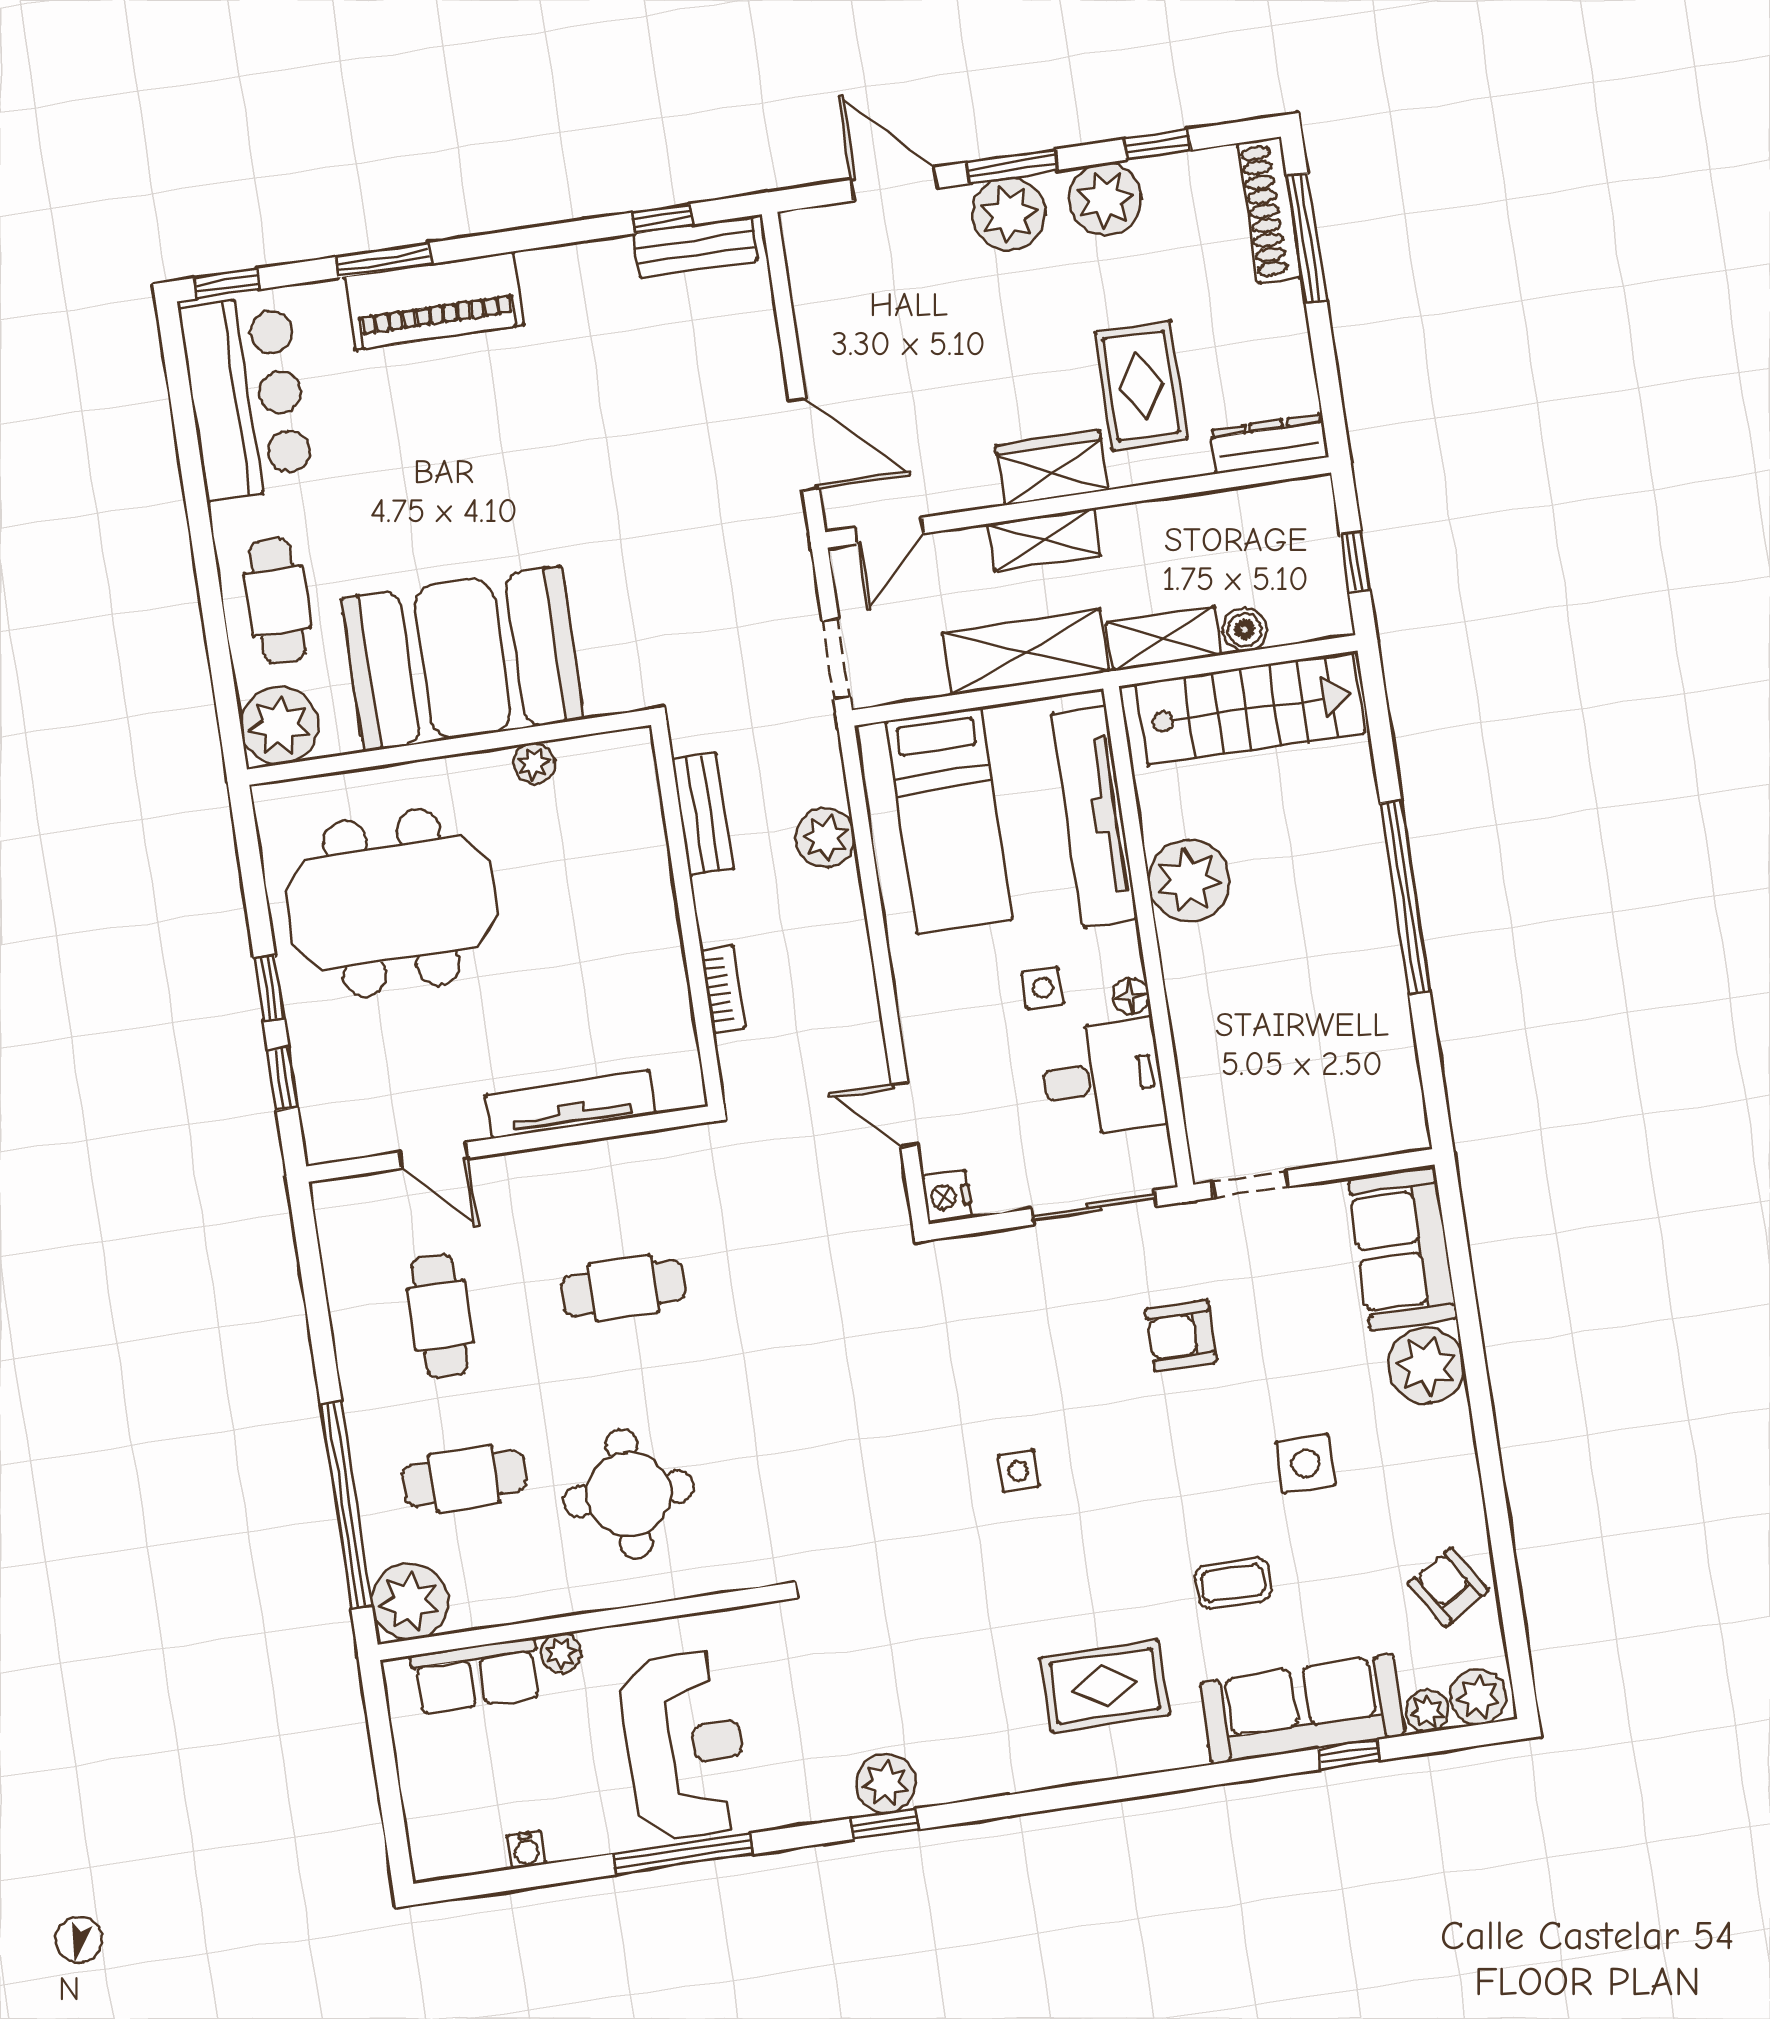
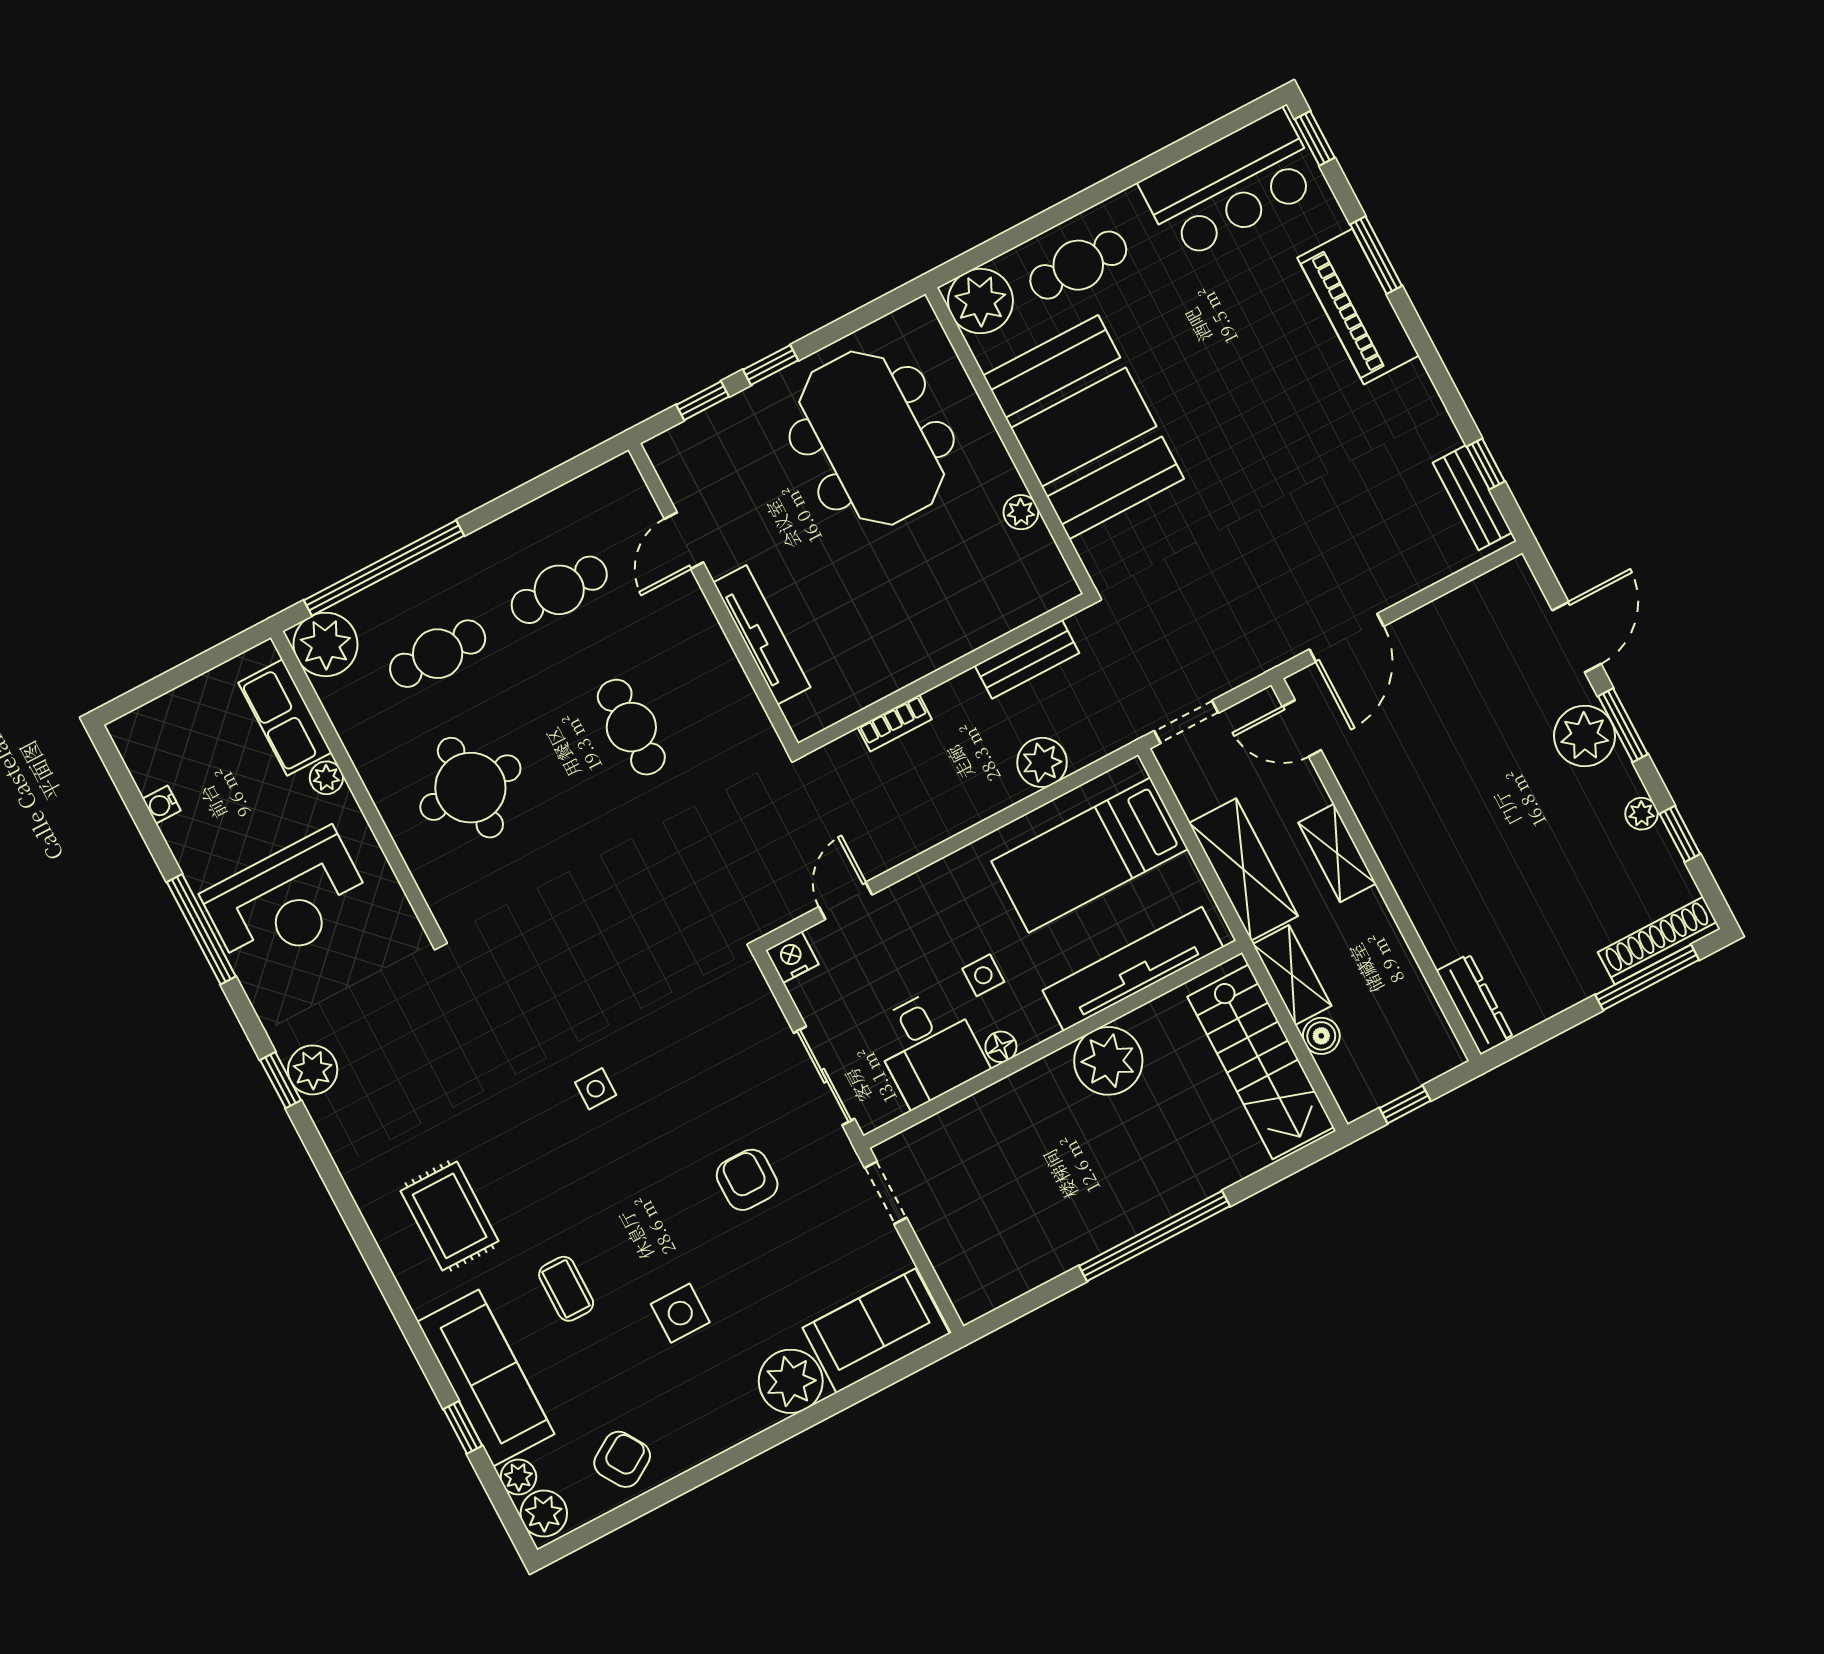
plant: (1105, 199) -> (1641, 814), width x0.53, depth x0.53
rug: (1141, 386) -> (1485, 887), removed
wardrobe: (1052, 468) -> (1396, 840), removed
cafe table: (464, 1478) -> (438, 654), turned 90

